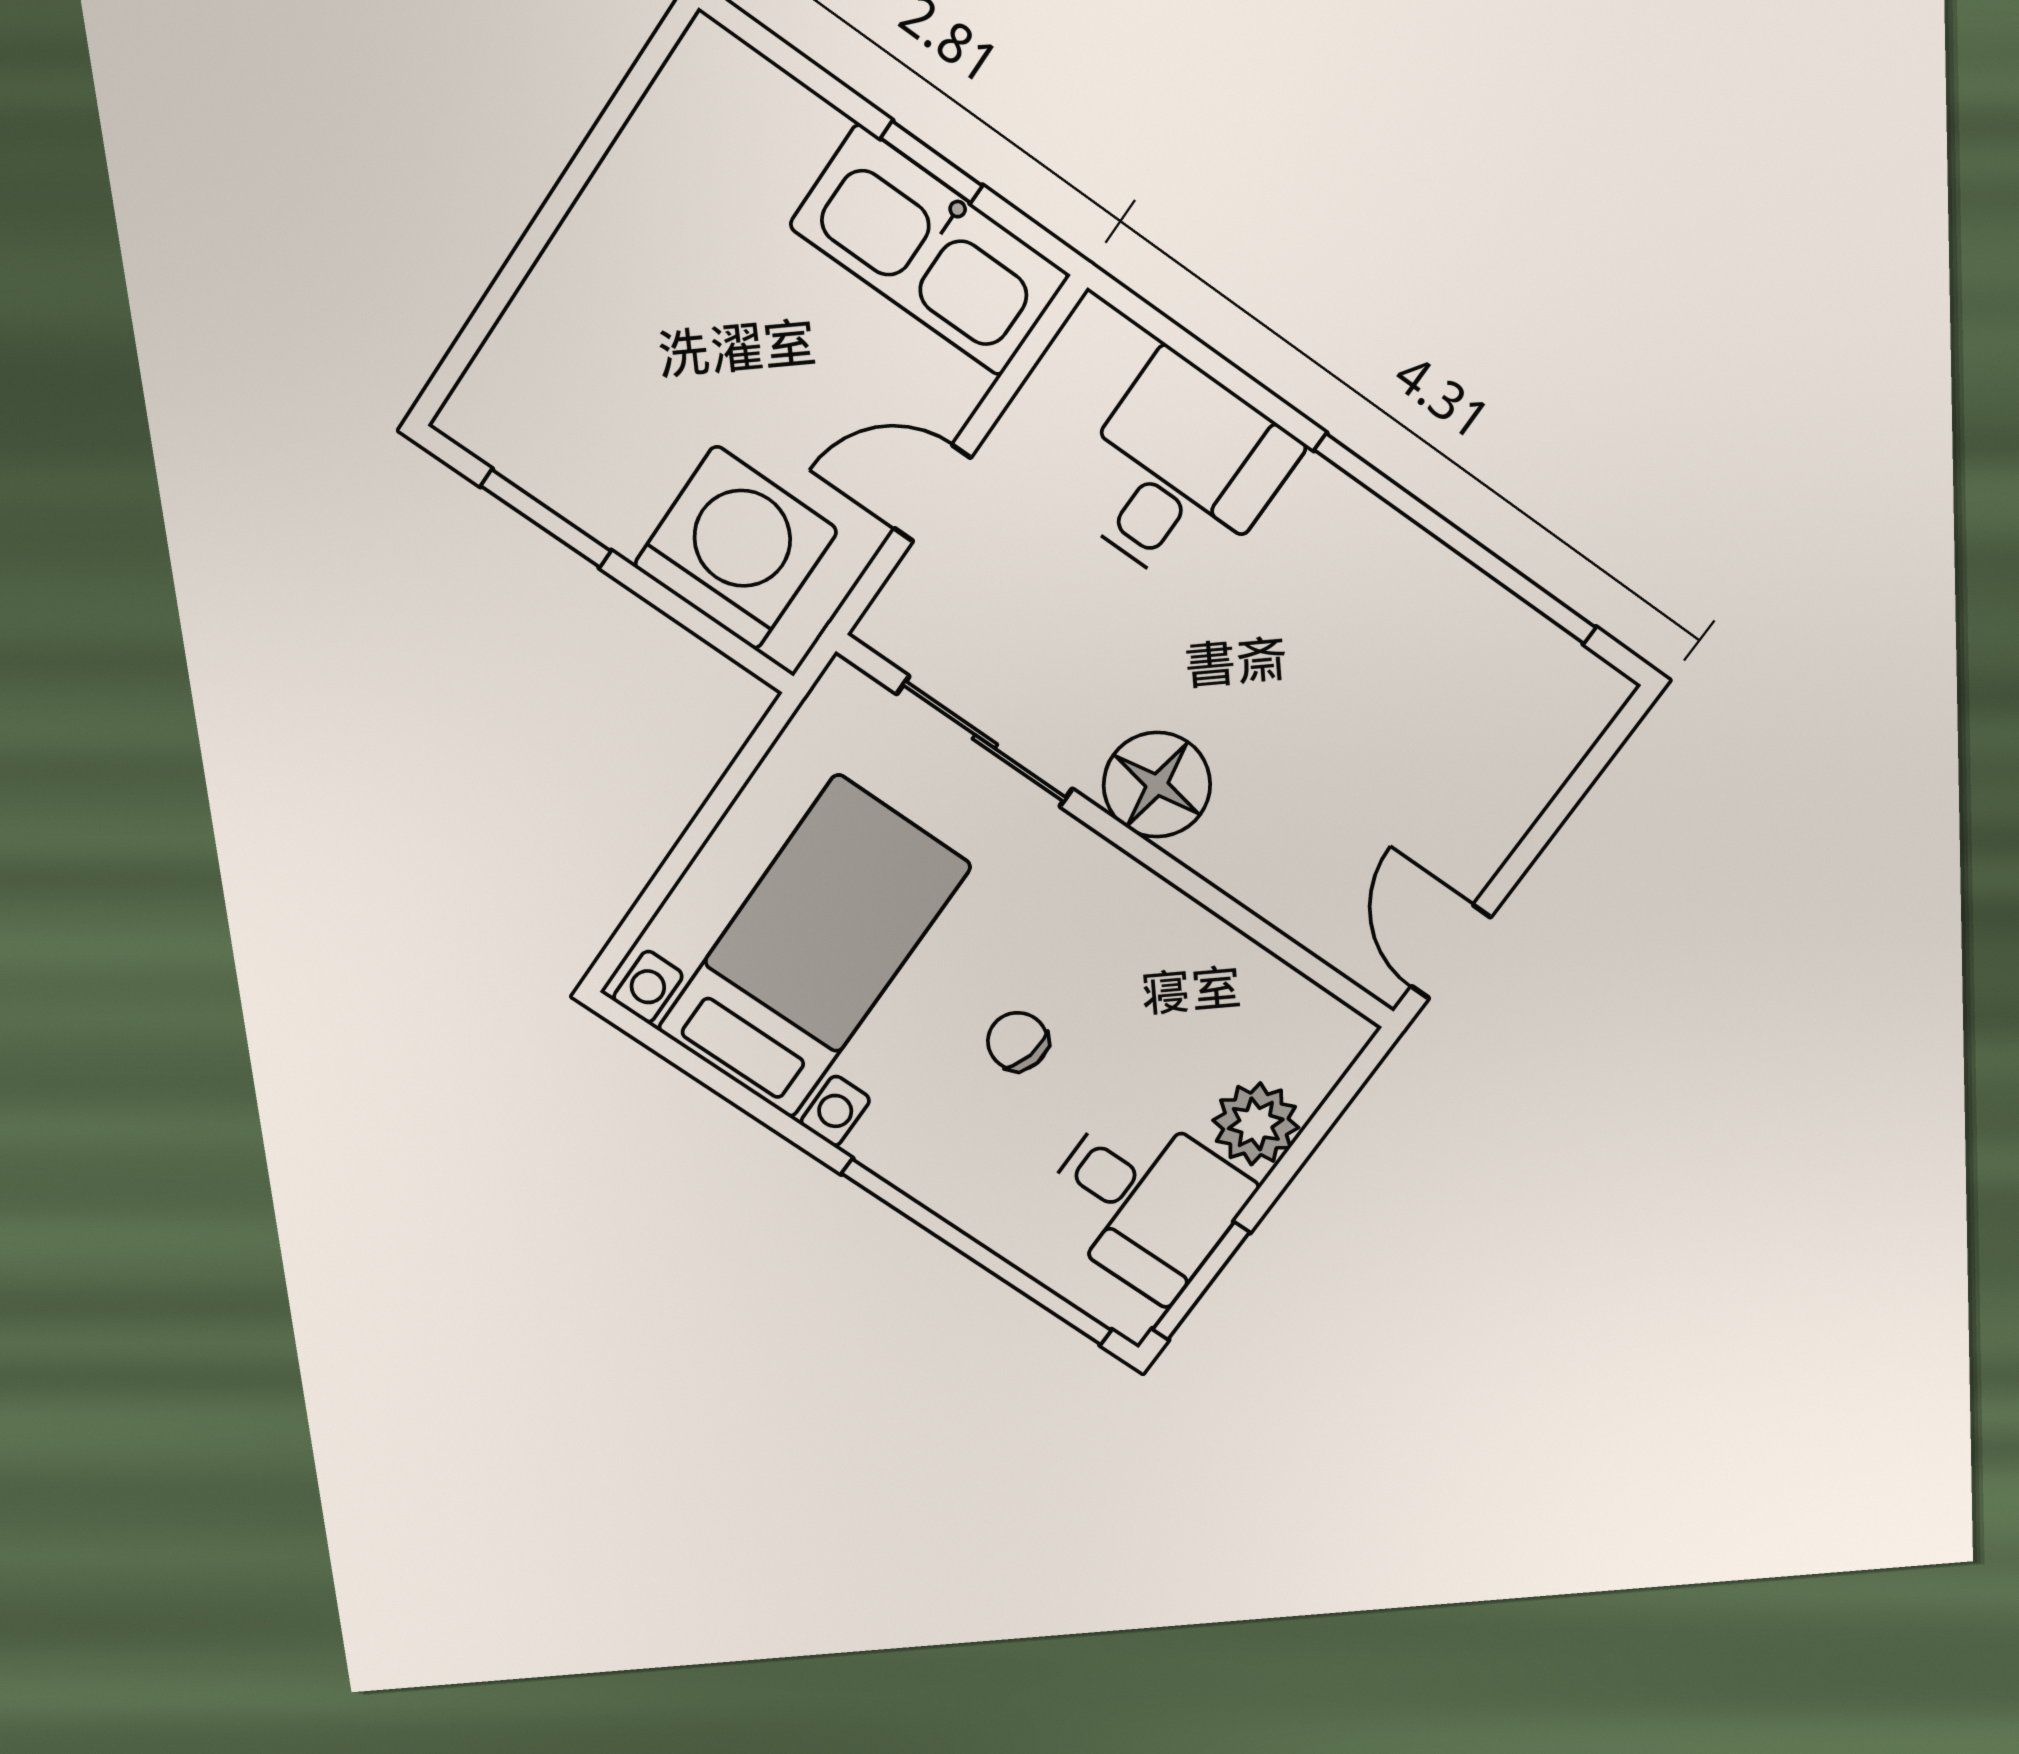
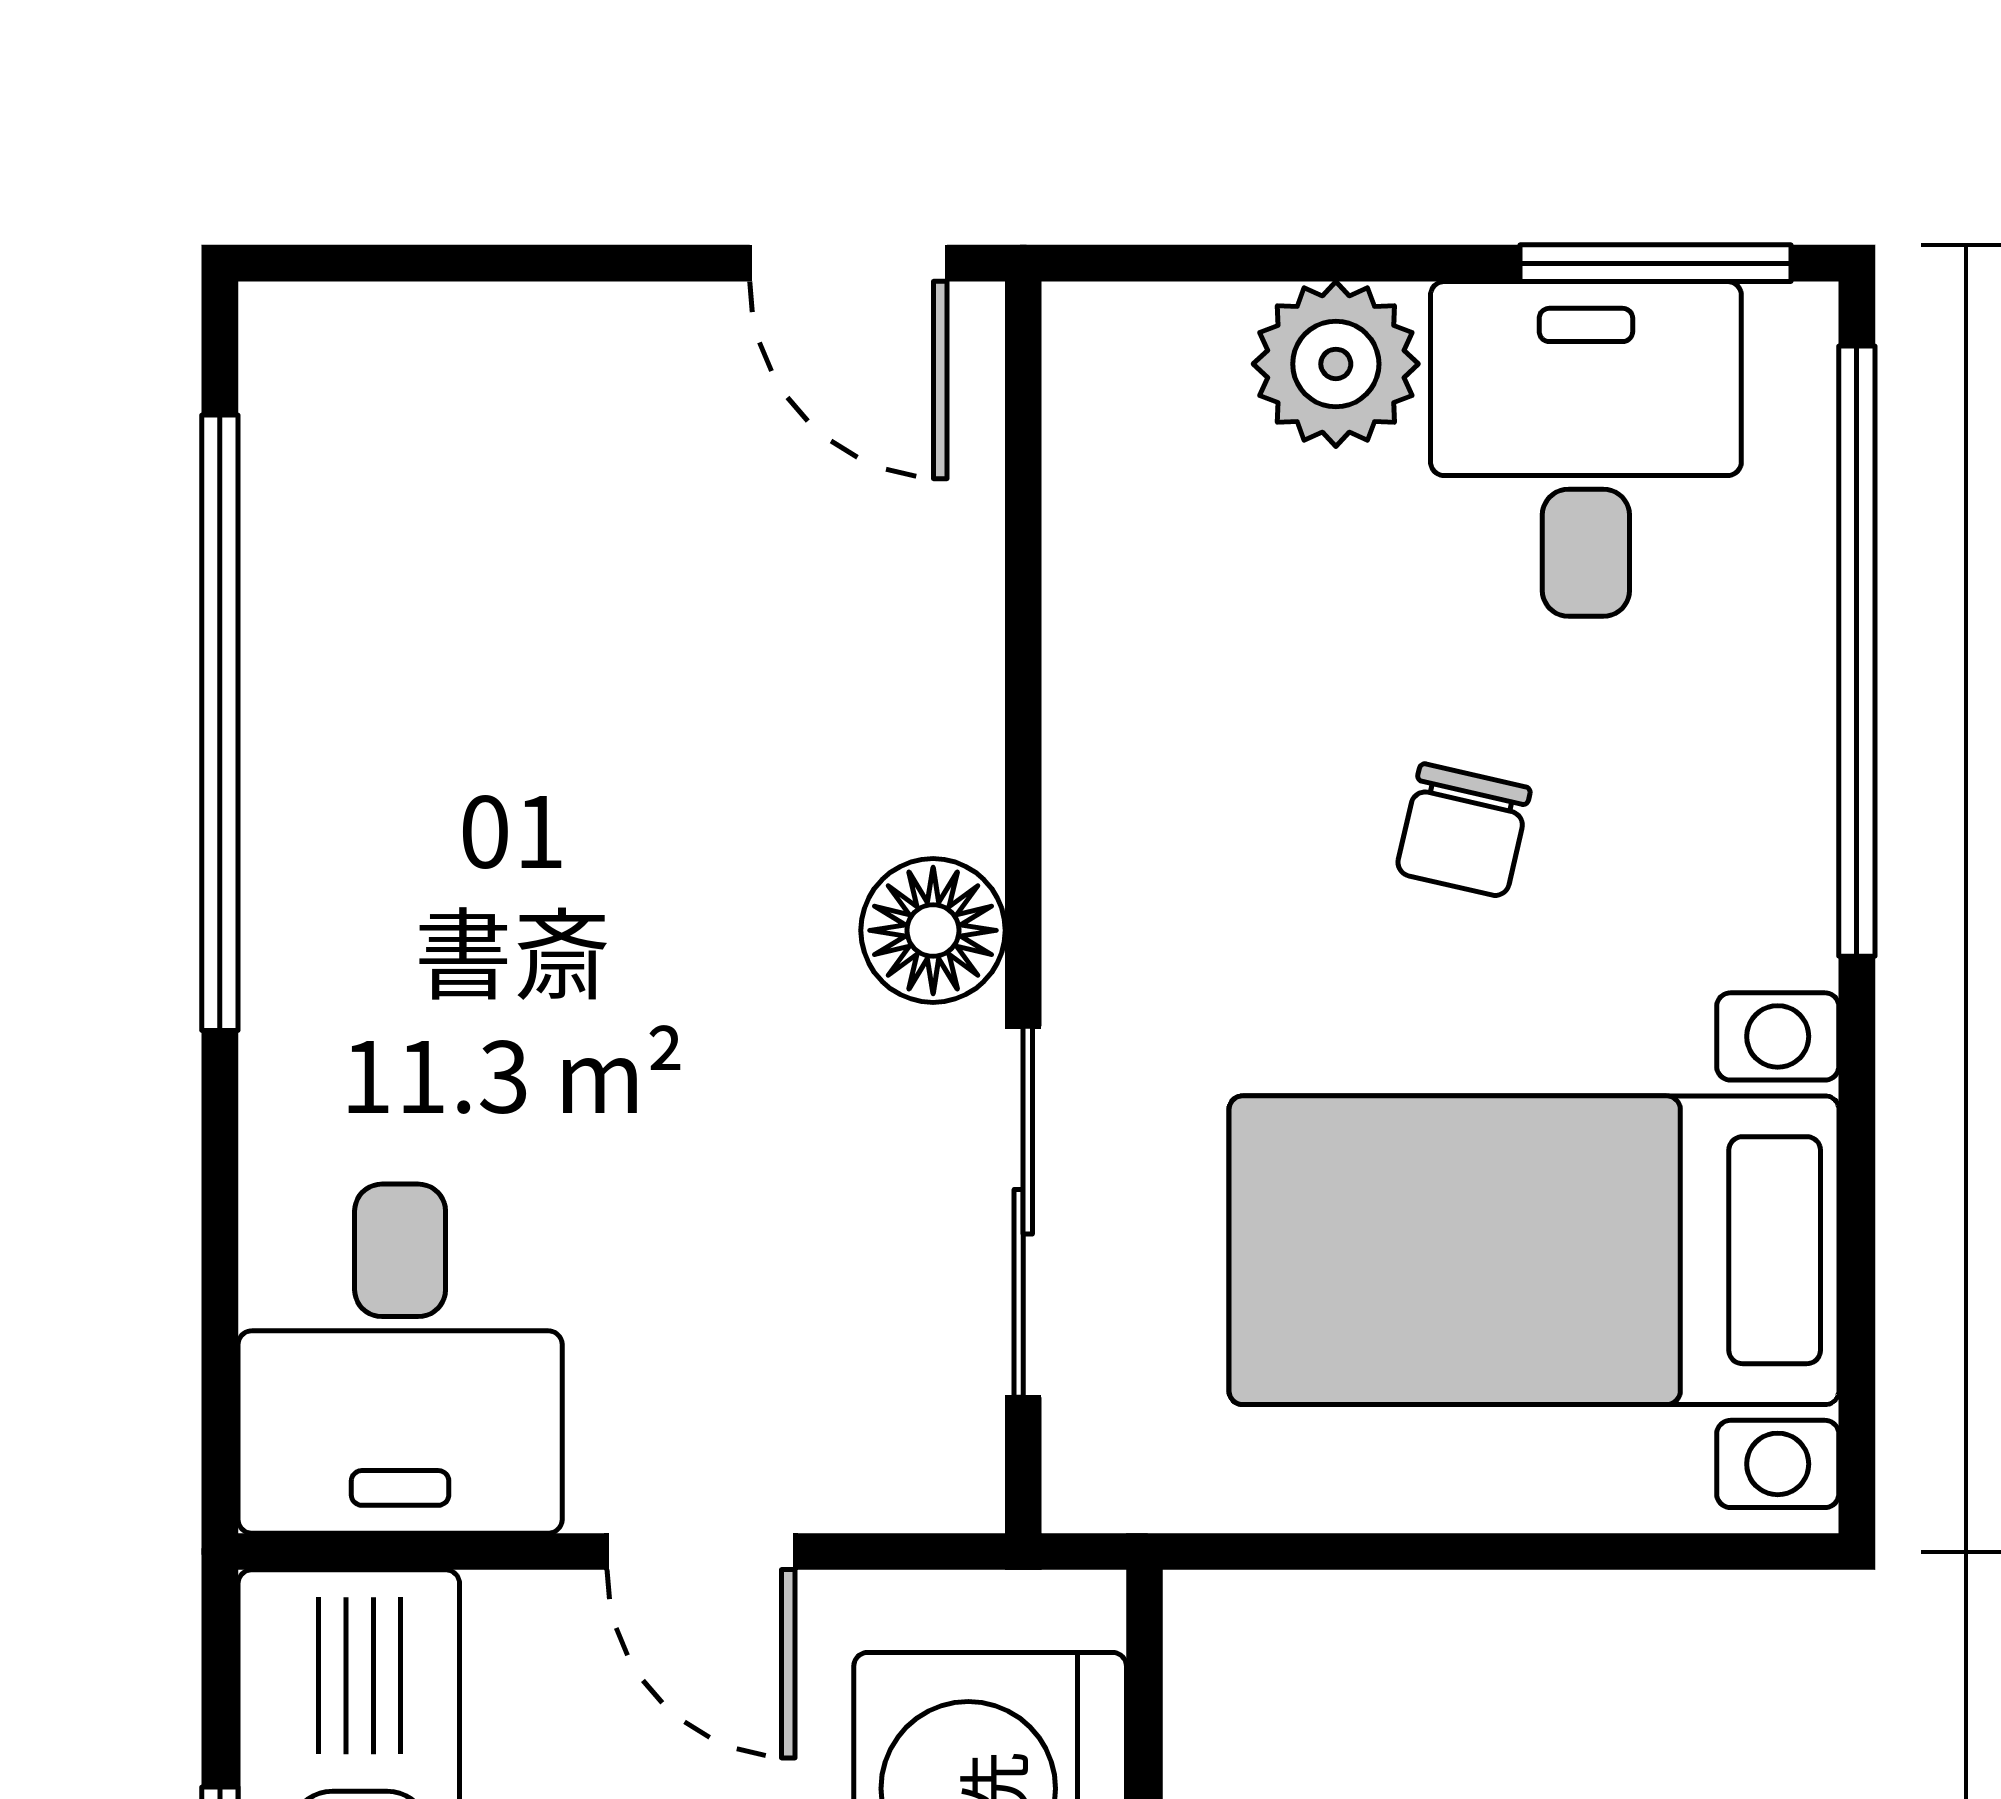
desk: (1180, 474) -> (400, 1359), moved, turned -90
floor lamp: (1157, 785) -> (933, 930), width x0.73, depth x0.73
door: (1451, 952) -> (848, 263), hinge flipped

